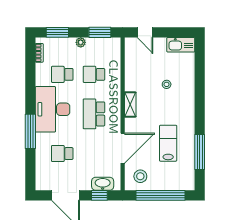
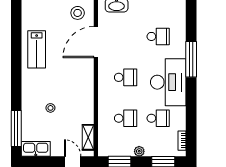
shelving: (130, 105) -> (88, 137), moved
school desk: (94, 114) -> (126, 77), width x0.54
lab bench: (168, 143) -> (37, 49), moved
window: (200, 152) -> (16, 128), moved

